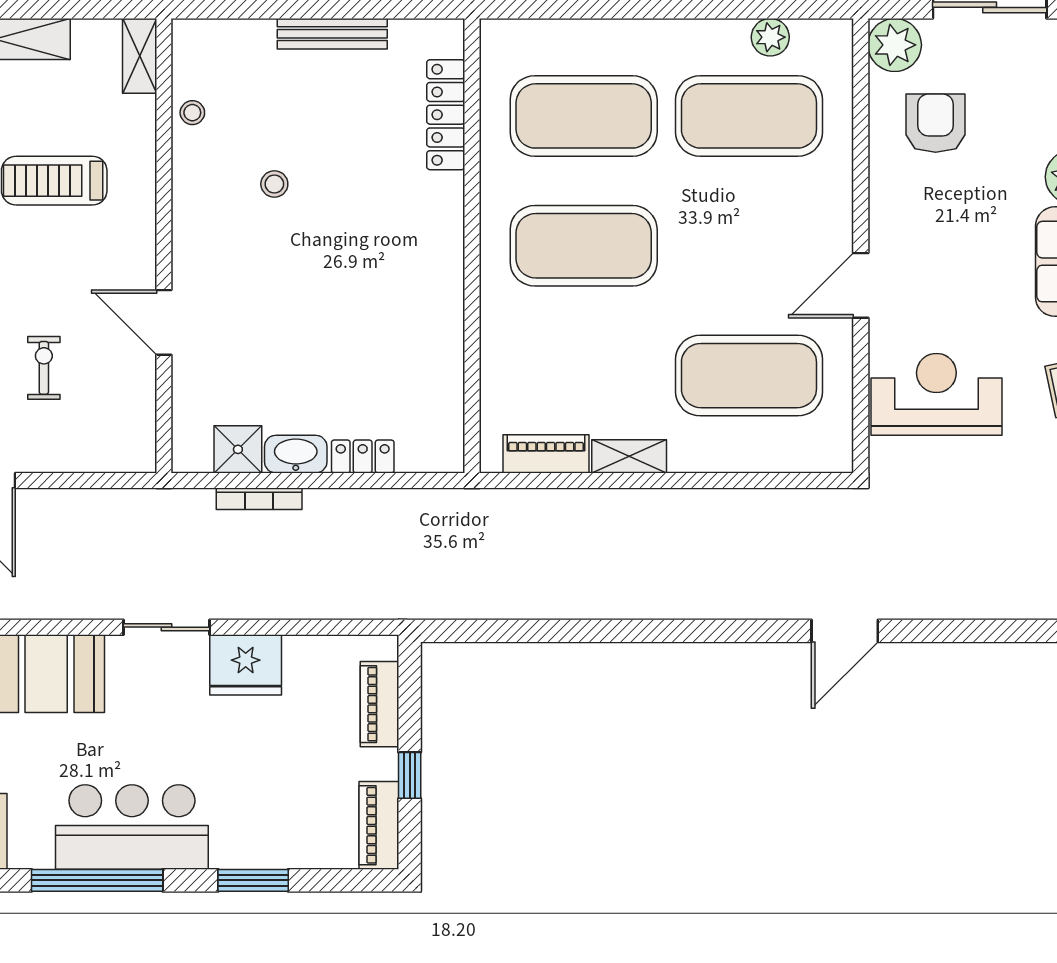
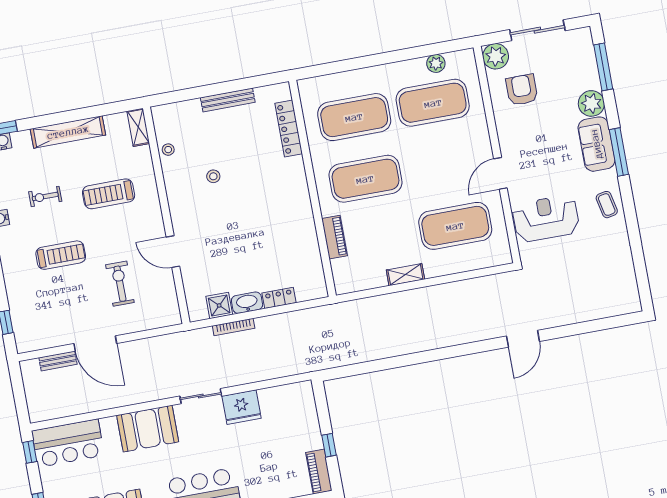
exercise bike: (44, 368) -> (120, 284), width x1.38, depth x1.39
piano: (546, 454) -> (334, 237), moved, turned 90
piano: (379, 704) -> (309, 414), removed

